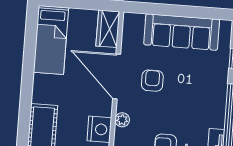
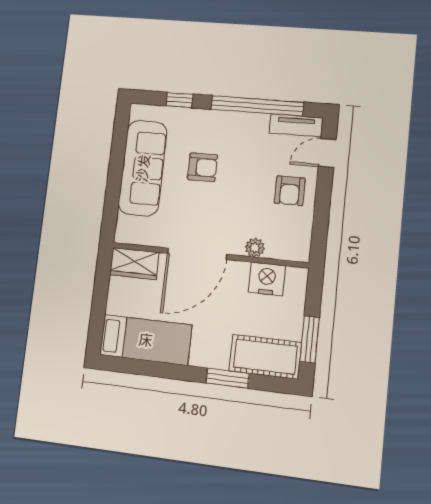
armchair: (152, 81) -> (203, 167), moved, turned 180
window: (26, 102) -> (228, 378), added

